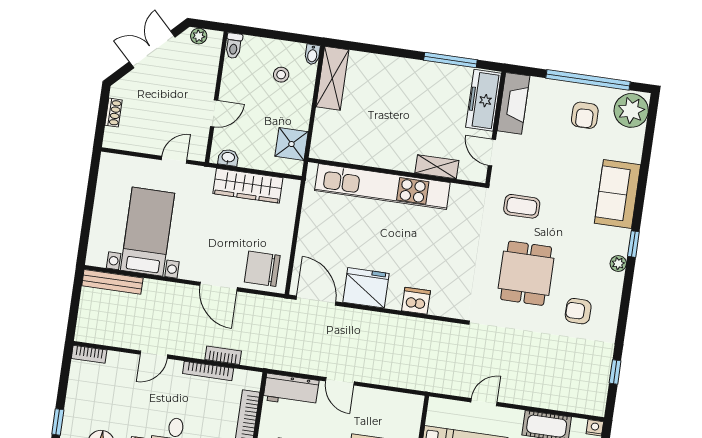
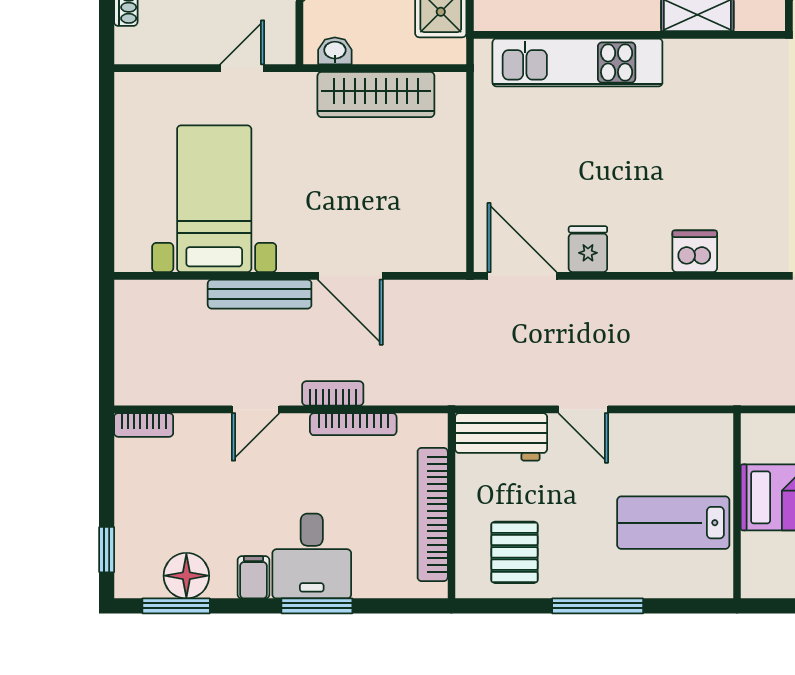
kitchen unit: (382, 187) -> (577, 62), width x0.73
chair: (262, 269) -> (421, 234), removed
bench: (112, 282) -> (260, 294), moved
fridge: (366, 288) -> (588, 249), width x0.53, depth x0.75
bookcase: (223, 355) -> (333, 393), moved

